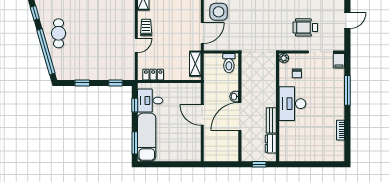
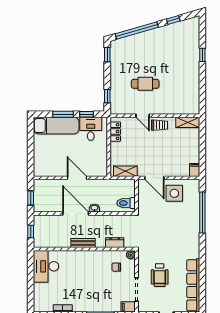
wheelchair: (305, 27) -> (160, 275), turned 180
cafe table: (58, 33) -> (145, 84), moved
window: (82, 83) -> (107, 55), moved
desk: (292, 104) -> (46, 266), moved, turned -90
door: (202, 115) -> (77, 178), hinge flipped
bench: (271, 120) -> (83, 243), moved
window: (135, 143) -> (63, 114), moved
dresser: (271, 144) -> (115, 243), moved
window: (224, 164) -> (31, 198), added

